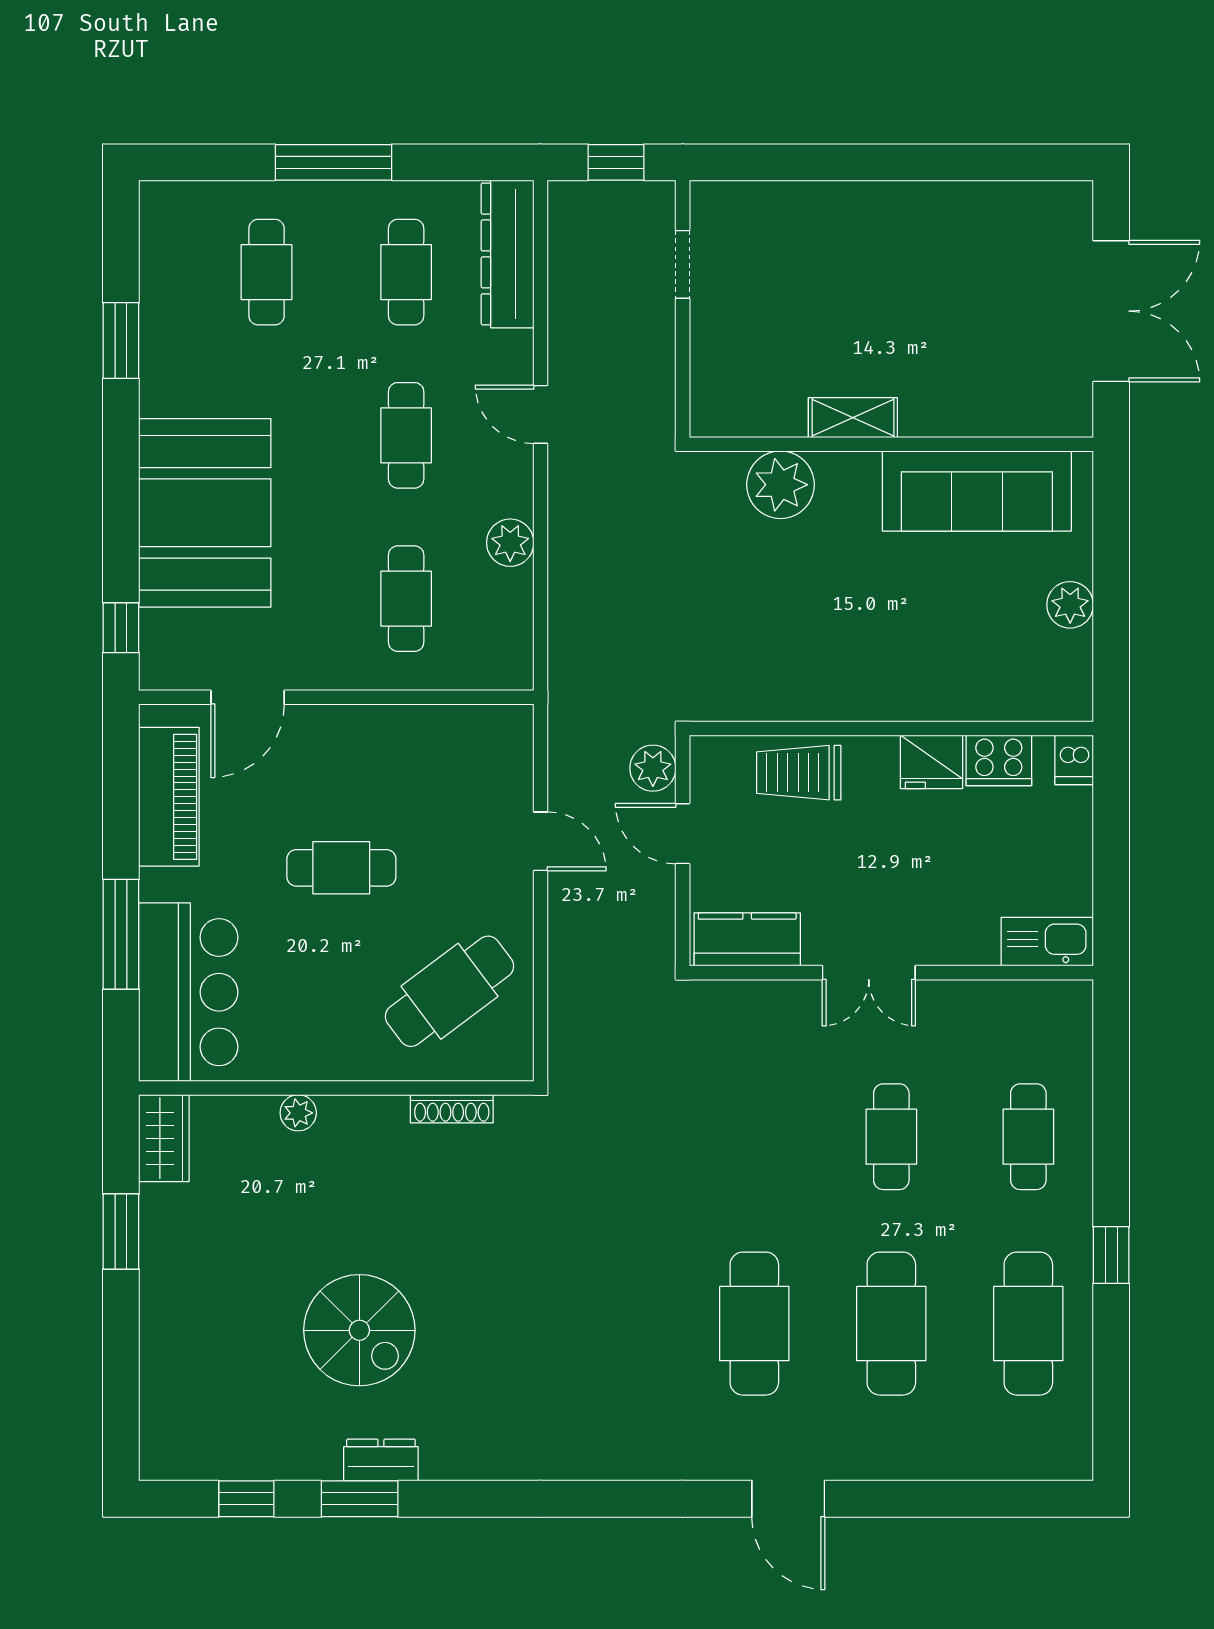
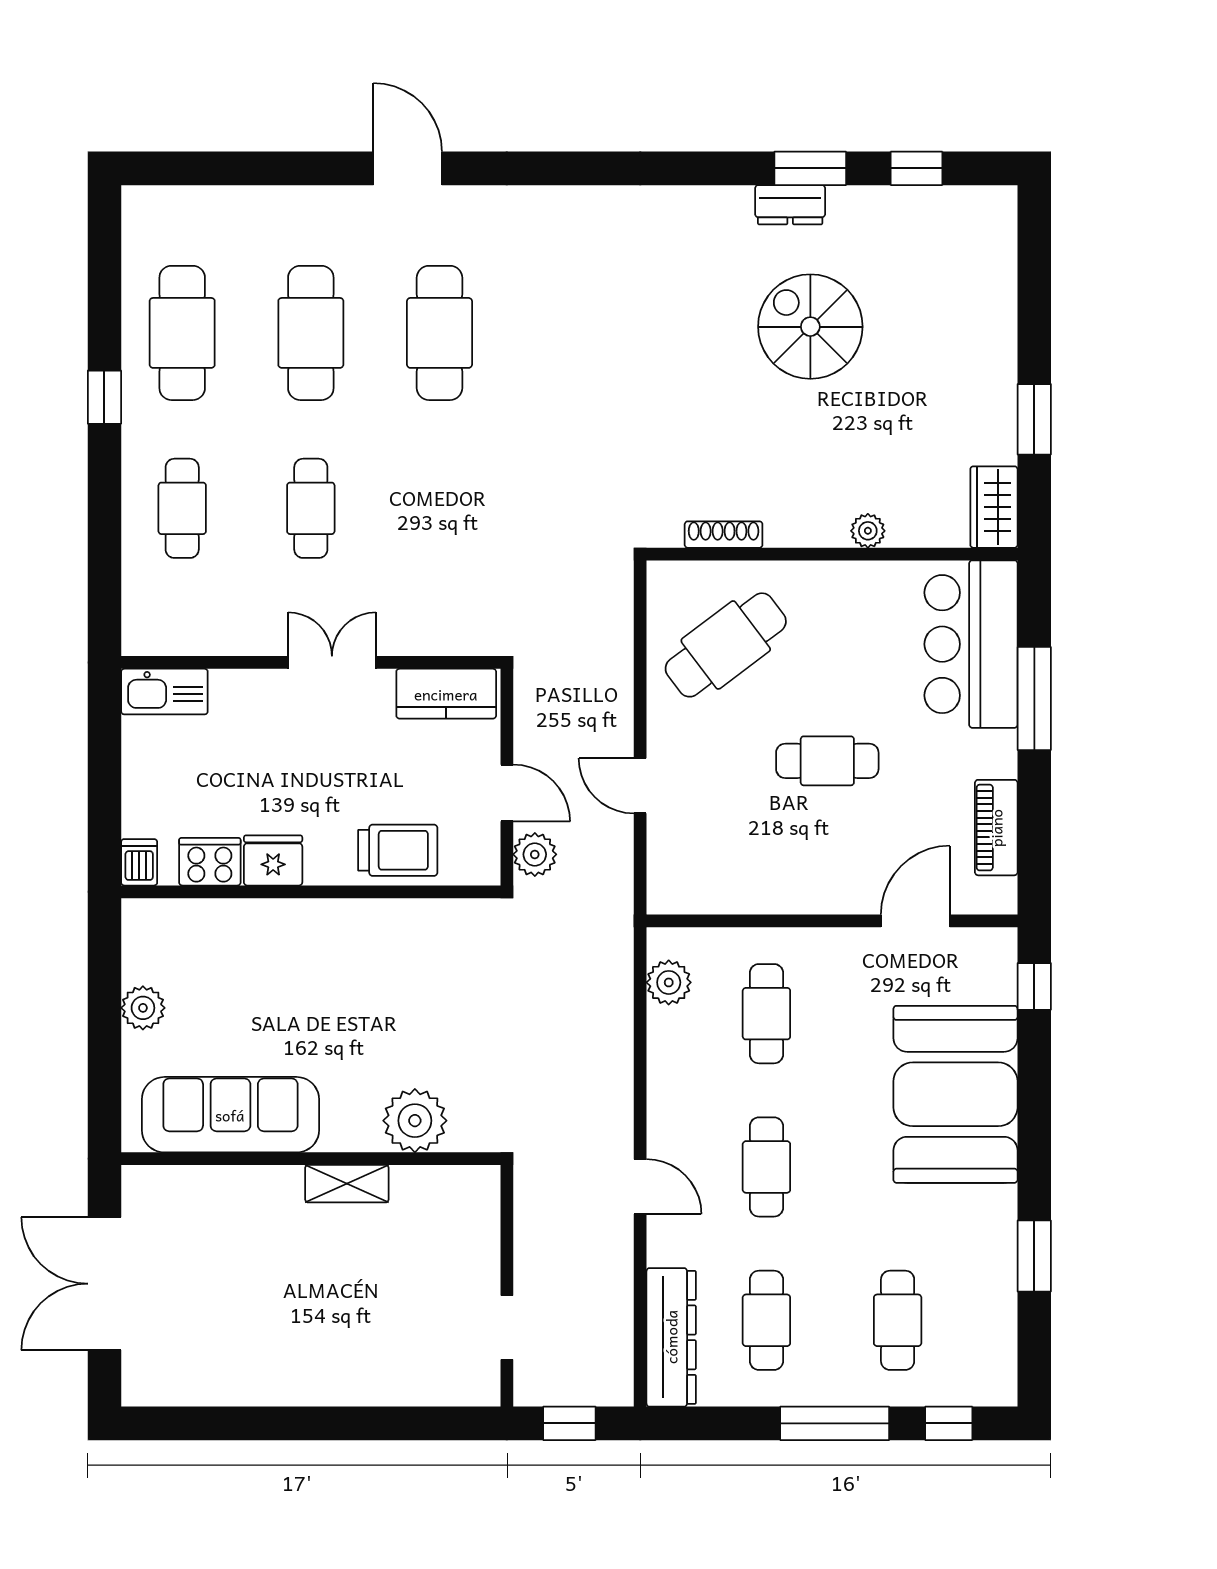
window: (212, 162) -> (949, 1423), added
plant: (510, 543) -> (669, 982), moved
piano: (169, 797) -> (996, 828), width x0.73, depth x0.75

